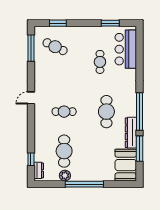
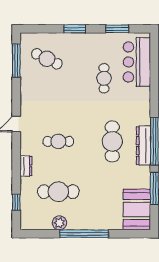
window: (58, 23) -> (75, 29), moved
dresser: (131, 133) -> (143, 146), moved
cafe table: (64, 151) -> (58, 192), turned 90
dresser: (39, 170) -> (26, 166), moved

